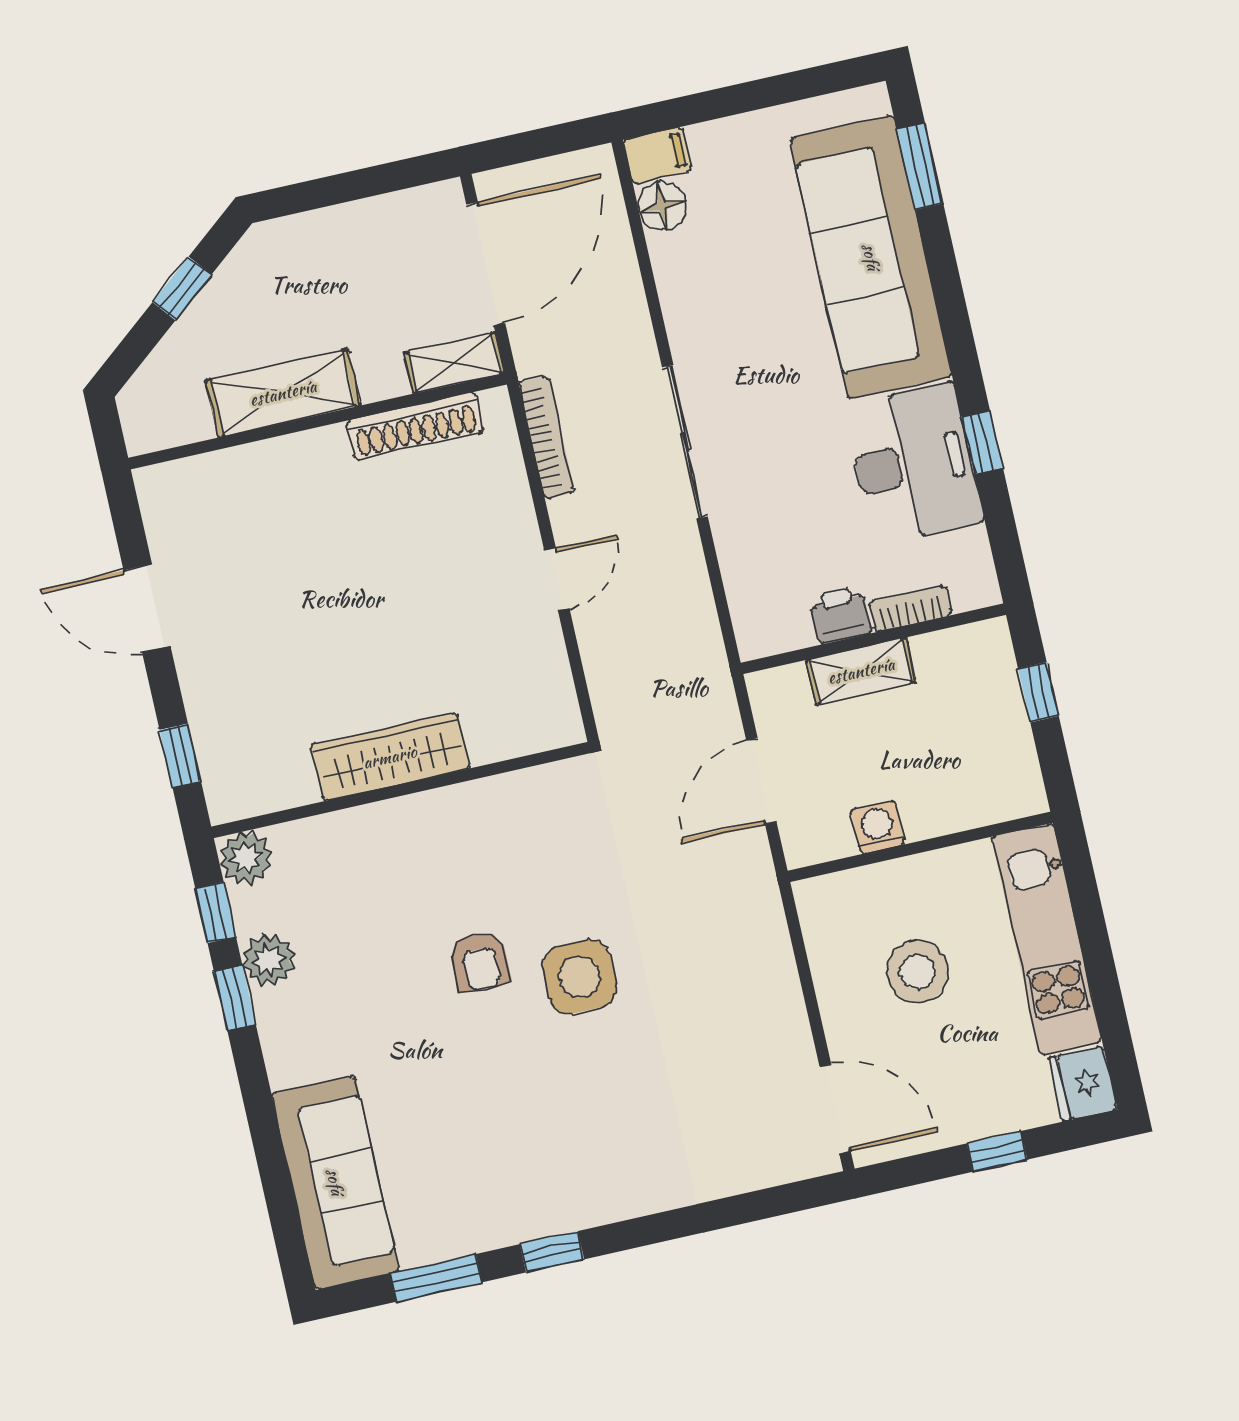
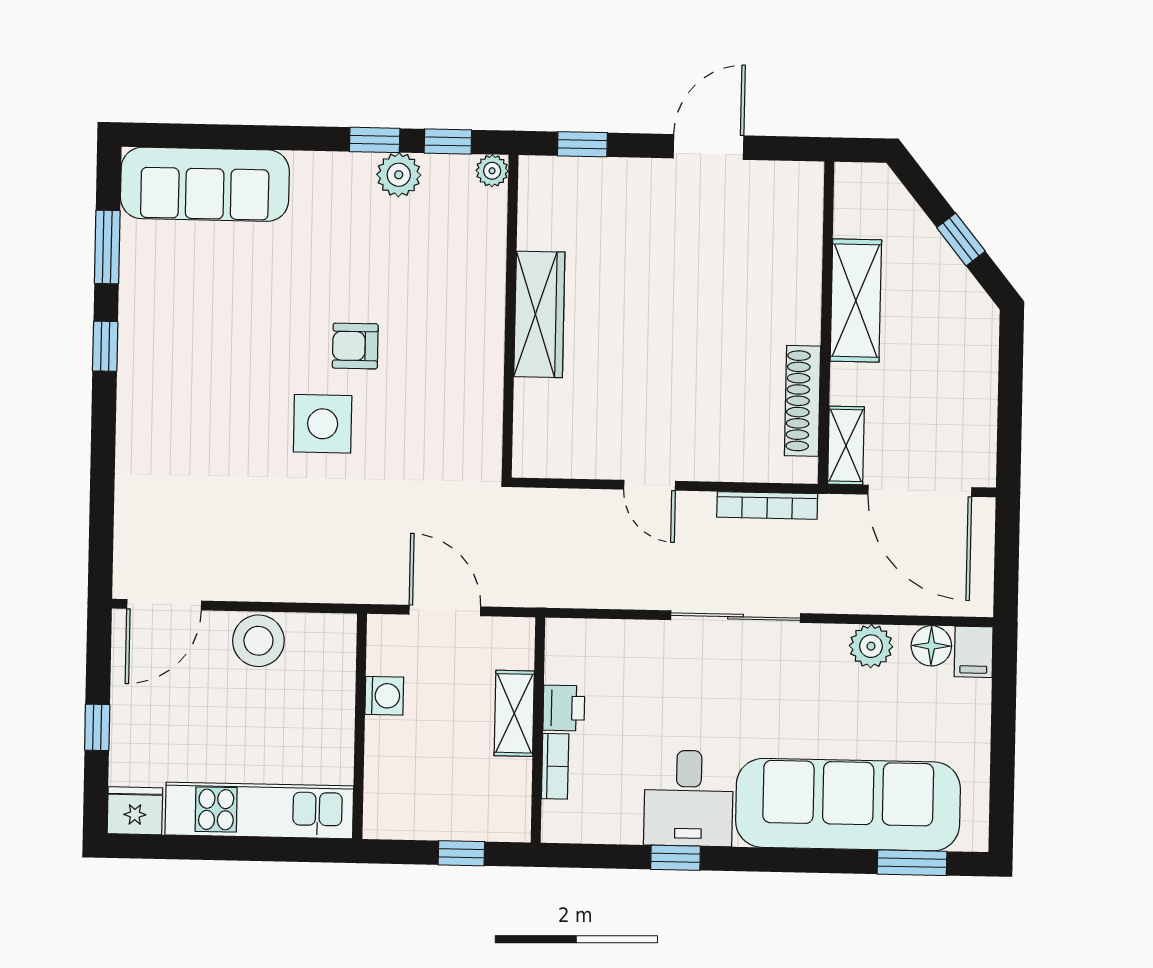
plant: (680, 276) -> (871, 646), added
desk: (914, 463) -> (689, 798), width x0.73
plant: (246, 858) -> (492, 171), width x0.73, depth x0.73
stool: (918, 972) -> (258, 641), moved

